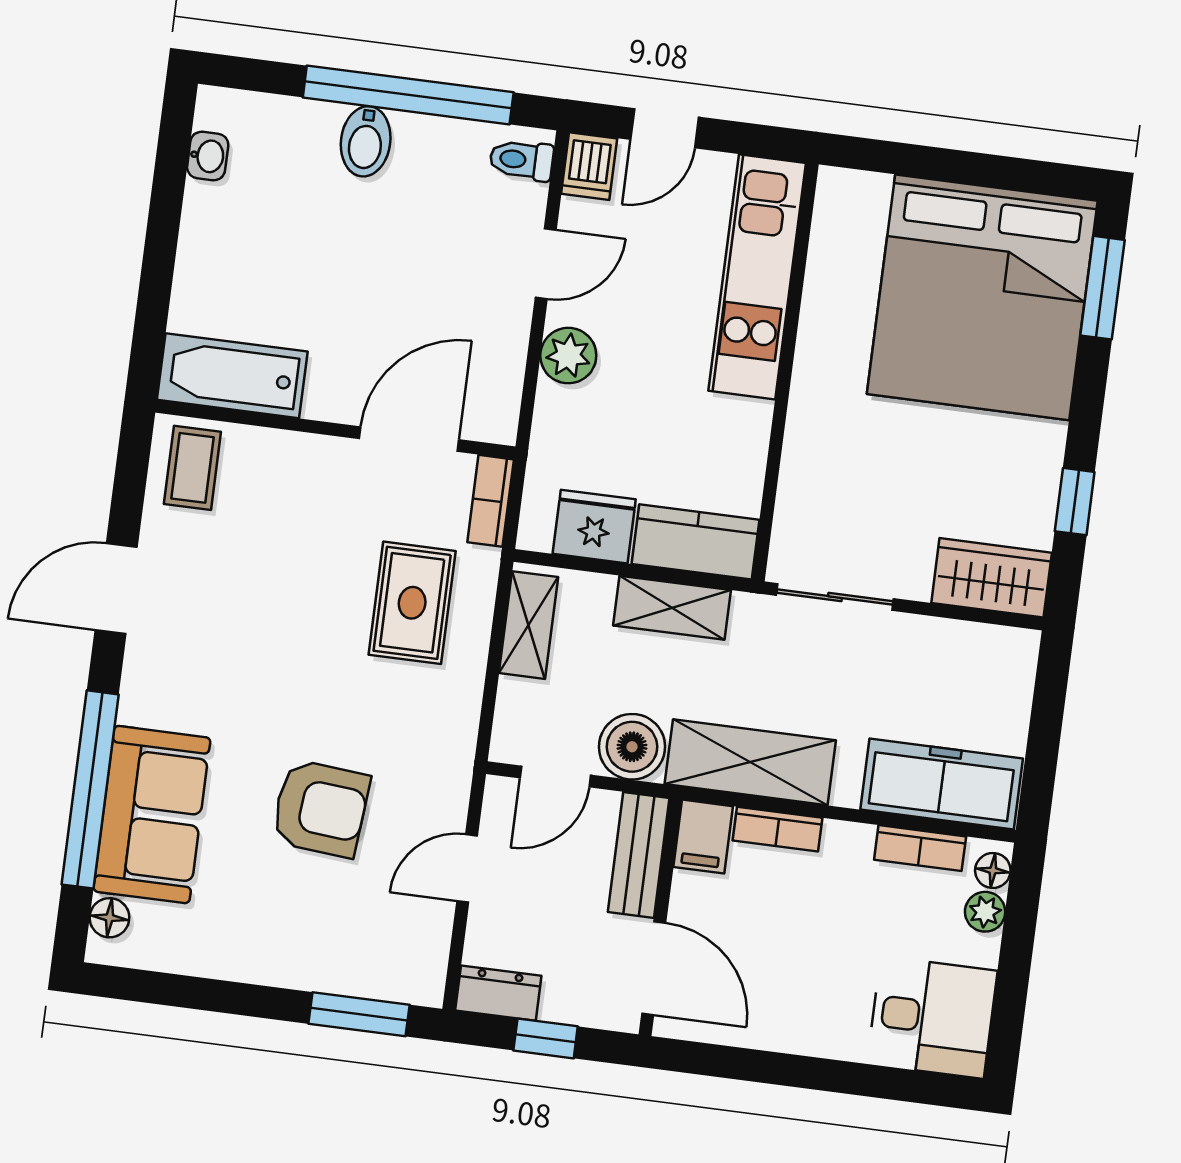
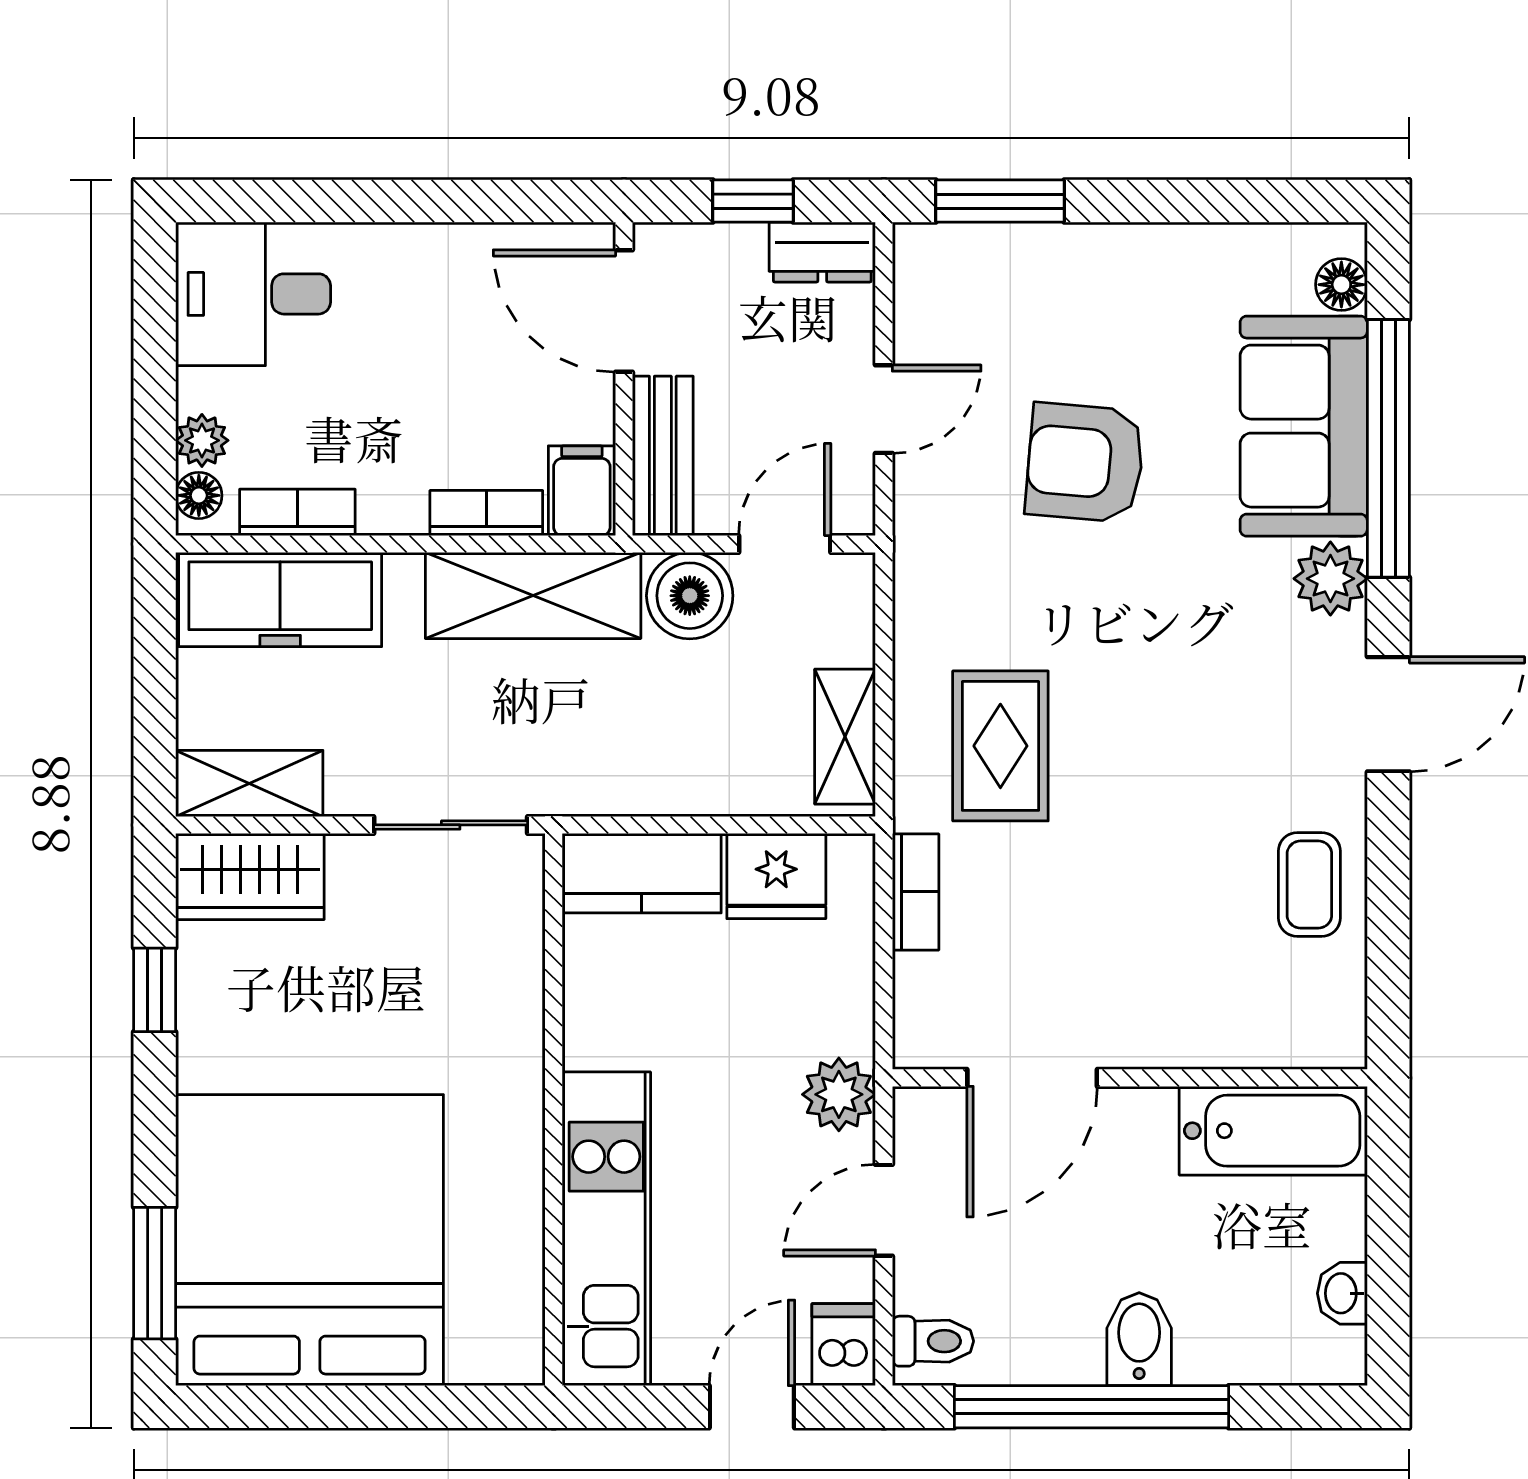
bathtub: (232, 376) -> (1273, 1131), moved
wall: (335, 430) -> (1130, 1078), moved
door: (409, 439) -> (1032, 1078), moved
shelving: (672, 608) -> (249, 783), moved
plant: (147, 697) -> (1330, 579), added

